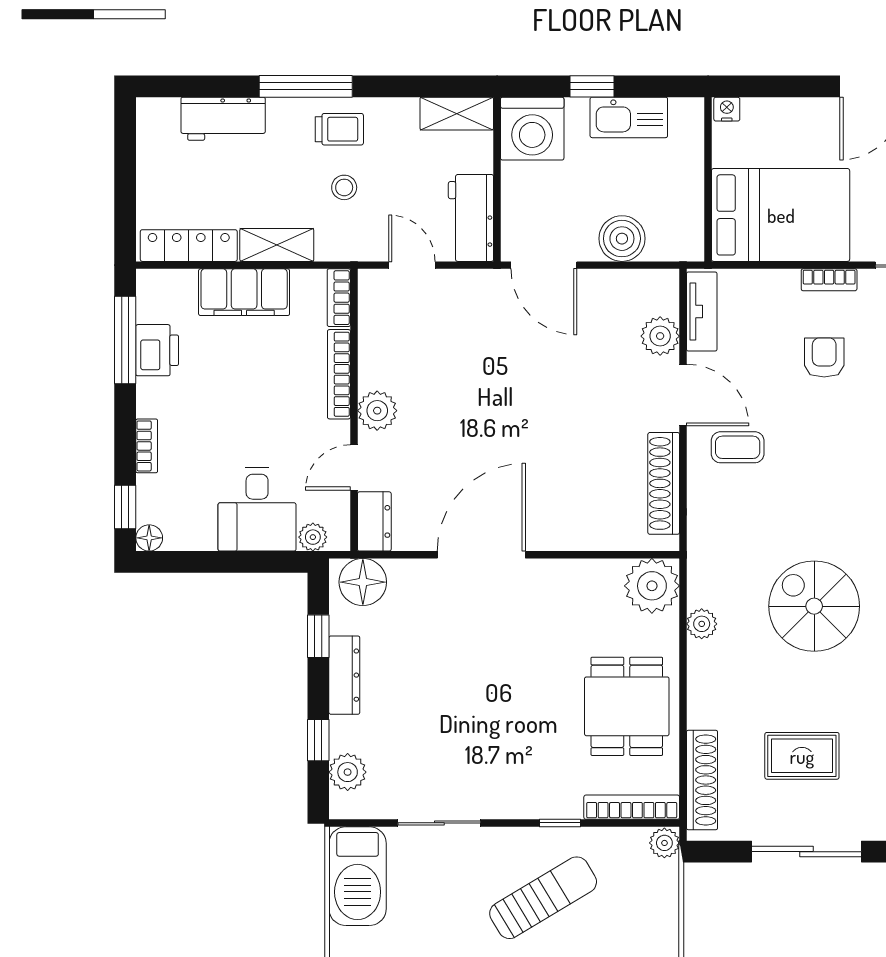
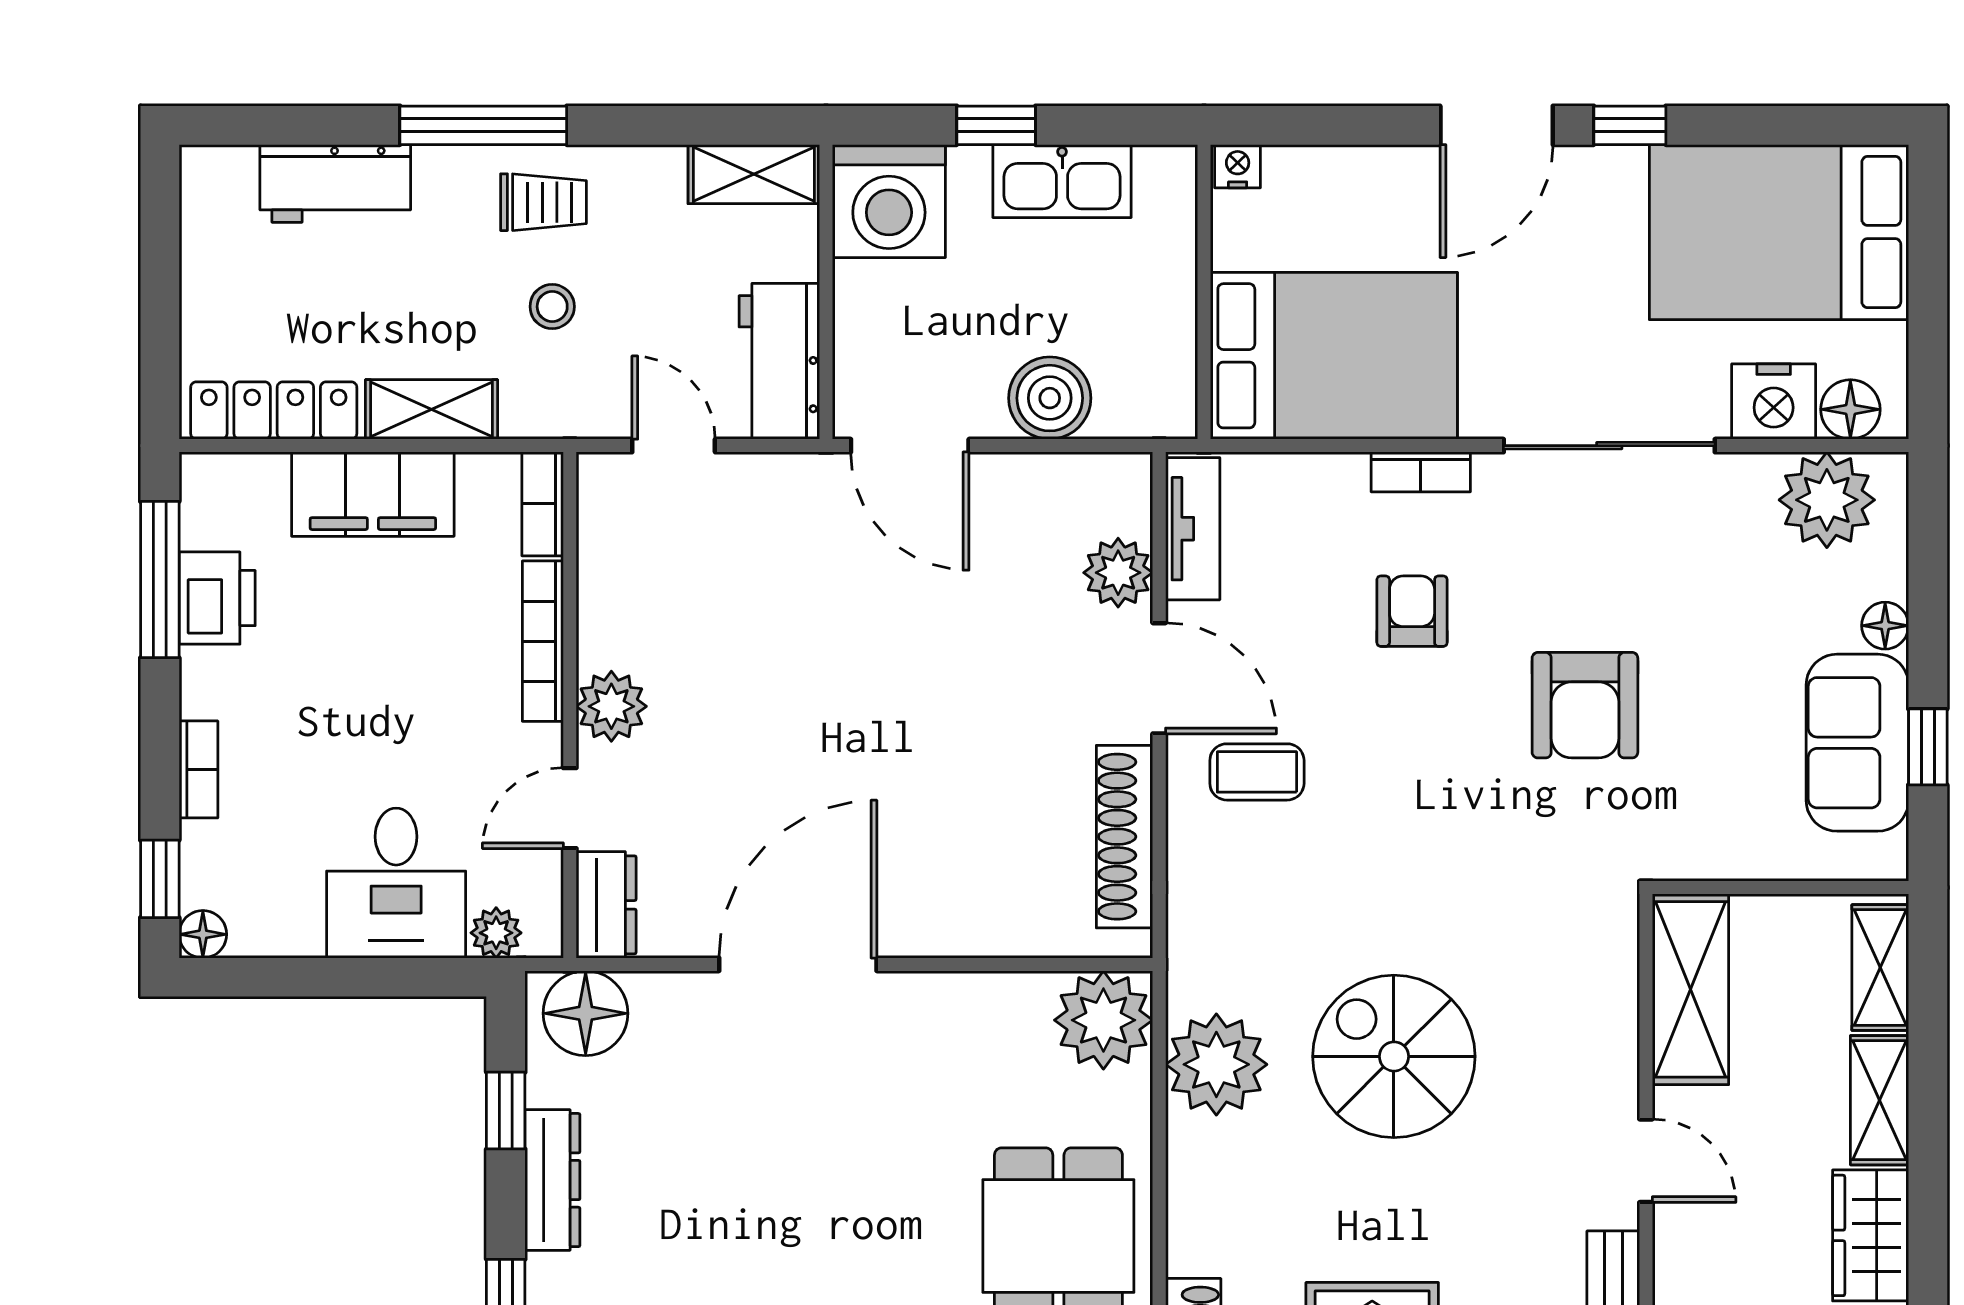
plant: (702, 624) -> (1216, 1064), width x1.88, depth x1.88

